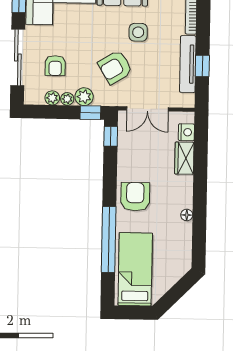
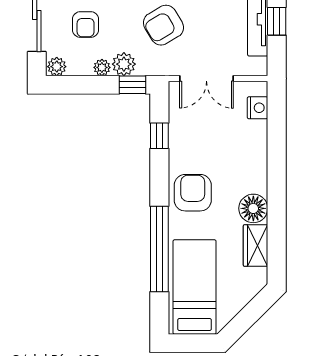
plant: (52, 98) -> (57, 67), moved
window: (111, 136) -> (159, 136), moved
wardrobe: (184, 158) -> (256, 246), moved
floor lamp: (187, 215) -> (253, 208), width x1.89, depth x1.89

